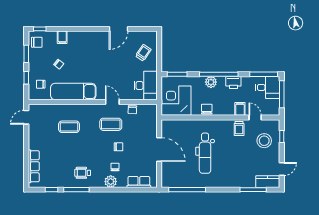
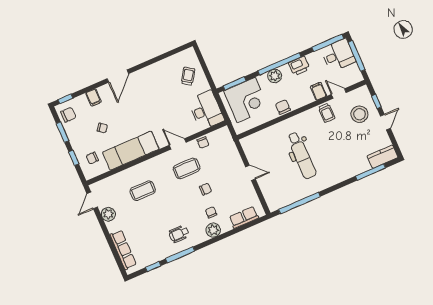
door: (118, 29) -> (118, 76), moved
corner desk: (176, 101) -> (246, 100), moved, turned 180
plant: (34, 134) -> (108, 214), added
door: (159, 149) -> (250, 173), width x0.53
door: (282, 169) -> (385, 122), moved

